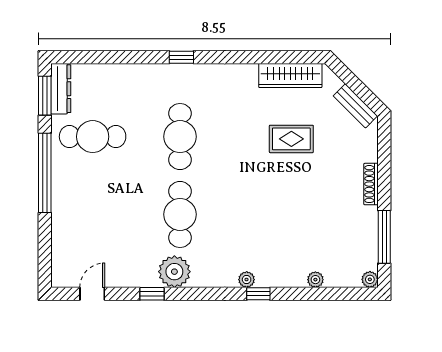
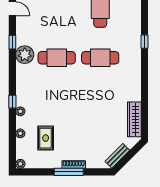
window: (181, 57) -> (145, 42), moved
rug: (291, 139) -> (46, 138), moved
window: (384, 237) -> (69, 172), moved
plant: (247, 280) -> (20, 111), moved

